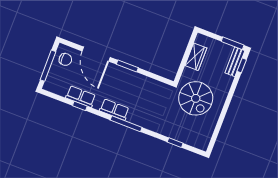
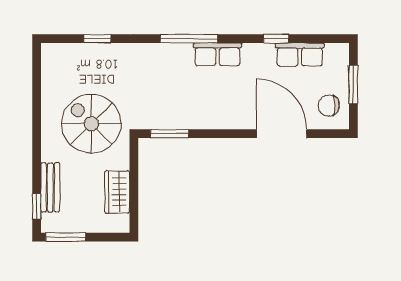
bench: (235, 62) -> (50, 187), moved
window: (48, 66) -> (353, 84), width x0.69
window: (127, 66) -> (170, 134), moved
row of seats: (81, 97) -> (300, 54), moved

